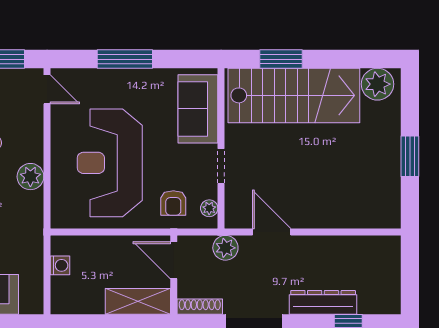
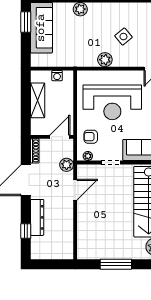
window: (410, 156) -> (116, 264), width x1.44
reception desk: (110, 163) -> (112, 102), turned 180
shelving: (138, 301) -> (38, 100), moved

